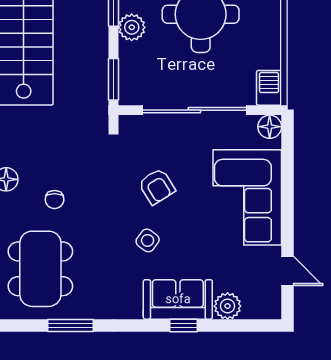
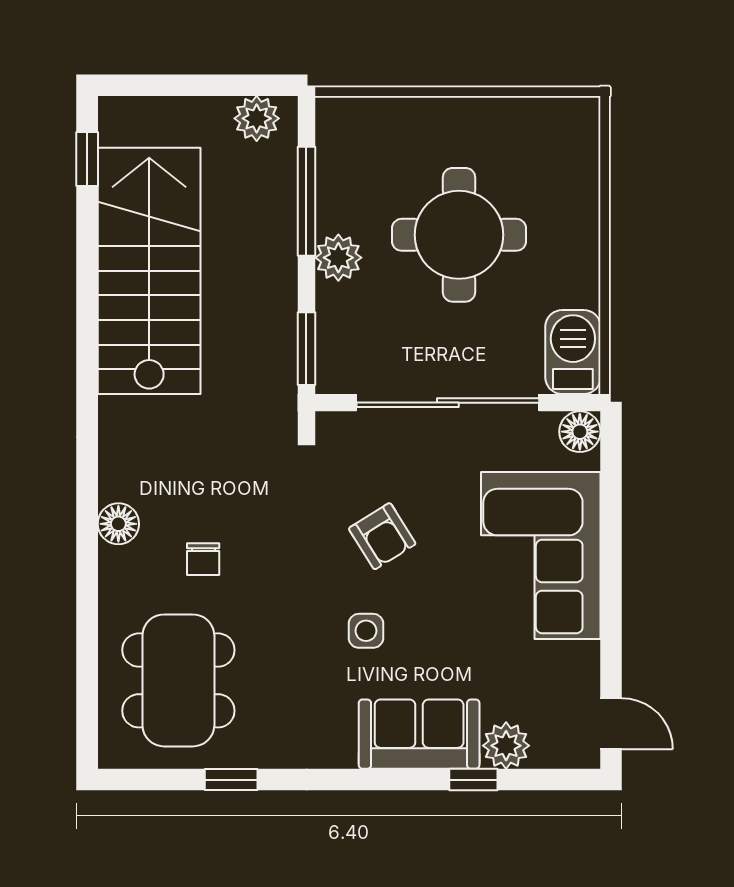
barbecue: (269, 88) -> (573, 352), width x1.38, depth x1.27
side table: (148, 240) -> (366, 631), turned -36
door: (288, 271) -> (611, 724), moved
window: (71, 325) -> (231, 780), width x0.67
window: (184, 325) -> (473, 780), moved

